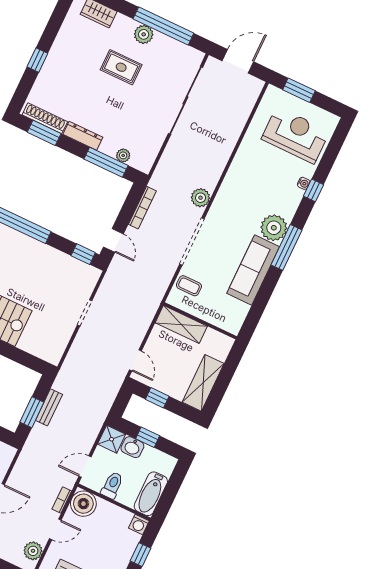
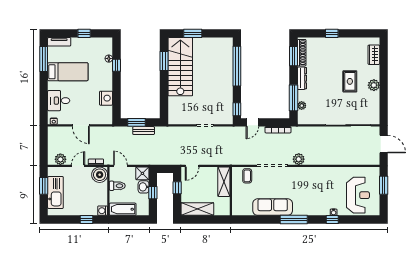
window: (163, 26) -> (384, 94), removed
plant: (274, 228) -> (301, 207), removed
door: (55, 529) -> (78, 166), swing flipped

